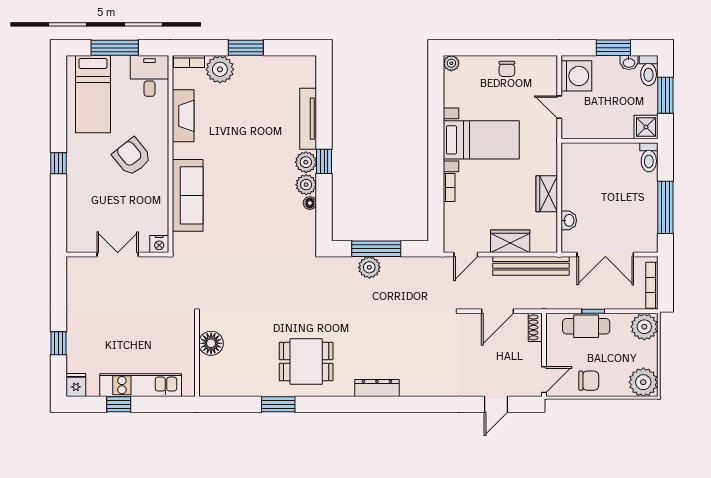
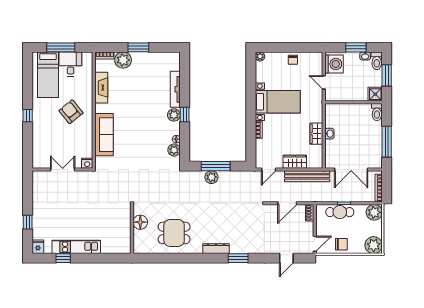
desk: (149, 76) -> (70, 64), moved
plant: (306, 185) -> (174, 150), moved
washbasin: (569, 220) -> (329, 134), moved
floor lamp: (211, 343) -> (140, 222), moved
wall: (197, 355) -> (132, 229), moved
window: (278, 404) -> (238, 258), moved

